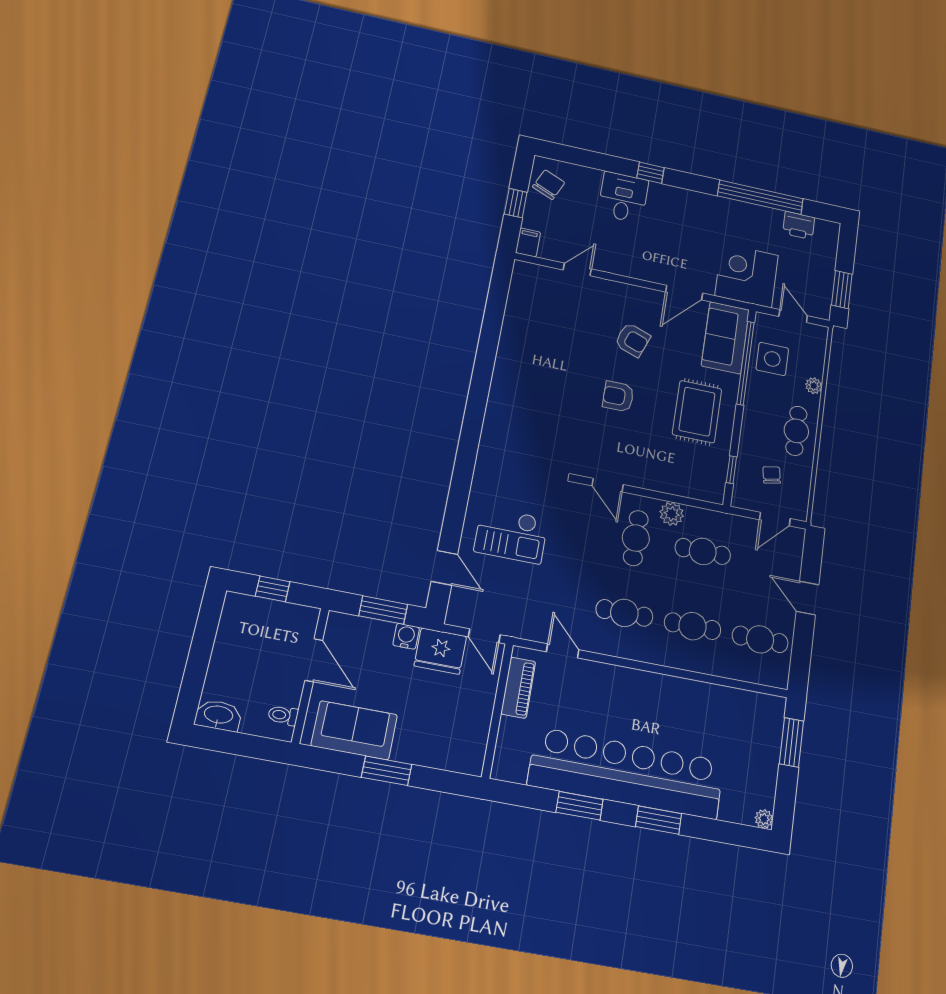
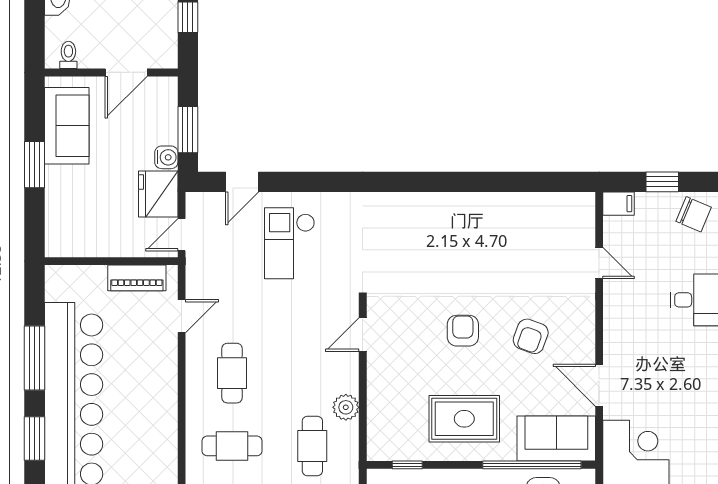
cafe table: (636, 538) -> (312, 373), removed
cafe table: (693, 626) -> (232, 446), turned 90
window: (580, 806) -> (34, 358), width x1.44

